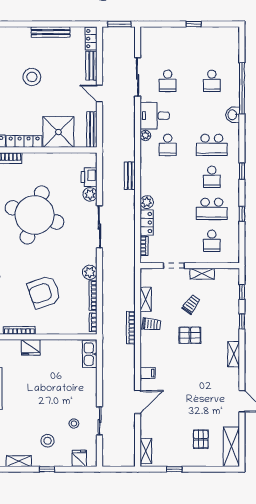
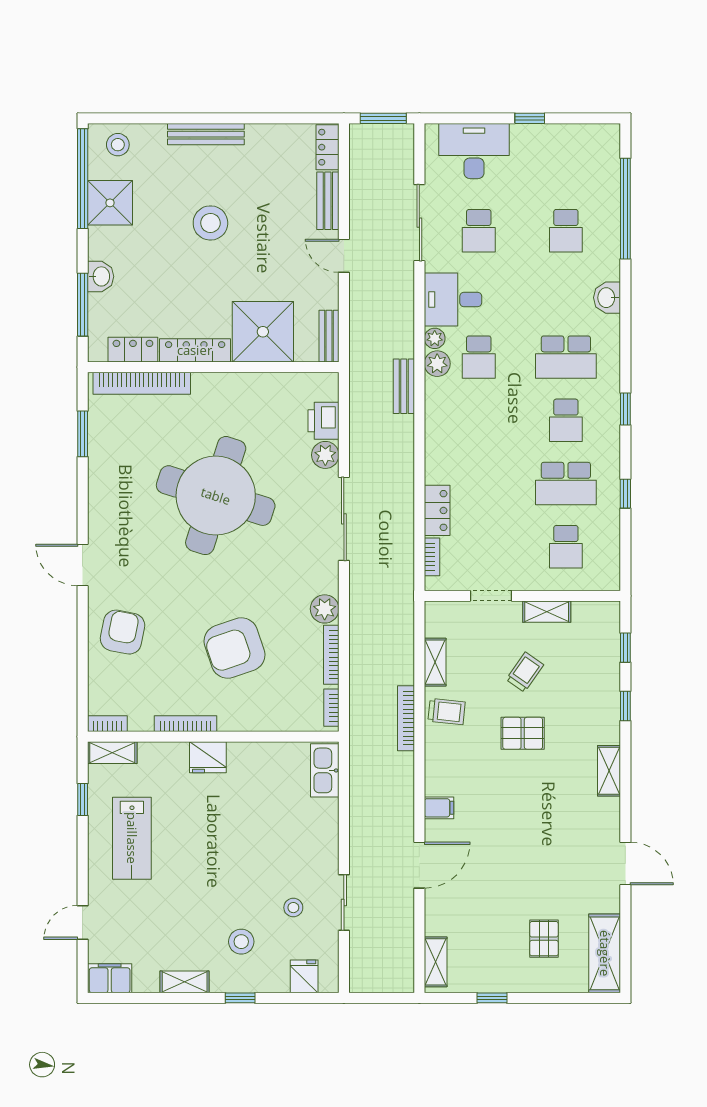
bench: (51, 32) -> (206, 134), moved
desk: (165, 41) -> (474, 151), added
window: (242, 88) -> (625, 209), moved
bench: (92, 129) -> (329, 336), width x0.73
bench: (130, 176) -> (404, 386), moved
plant: (147, 202) -> (437, 364), moved

